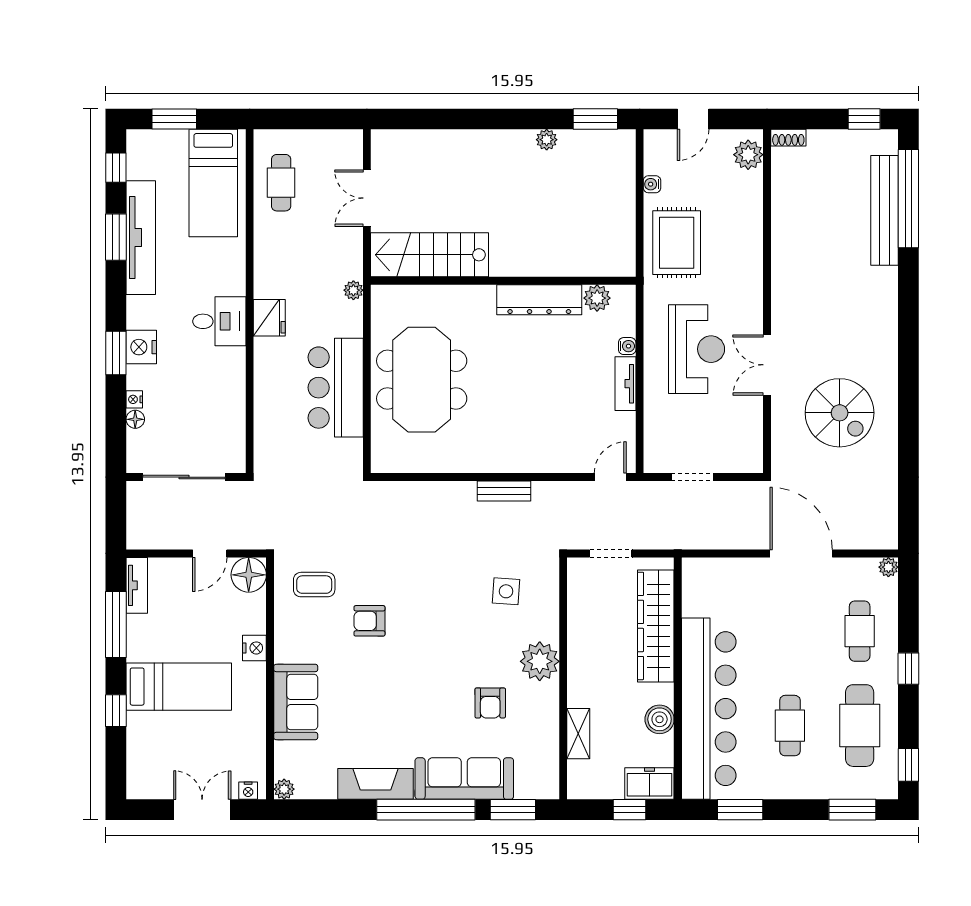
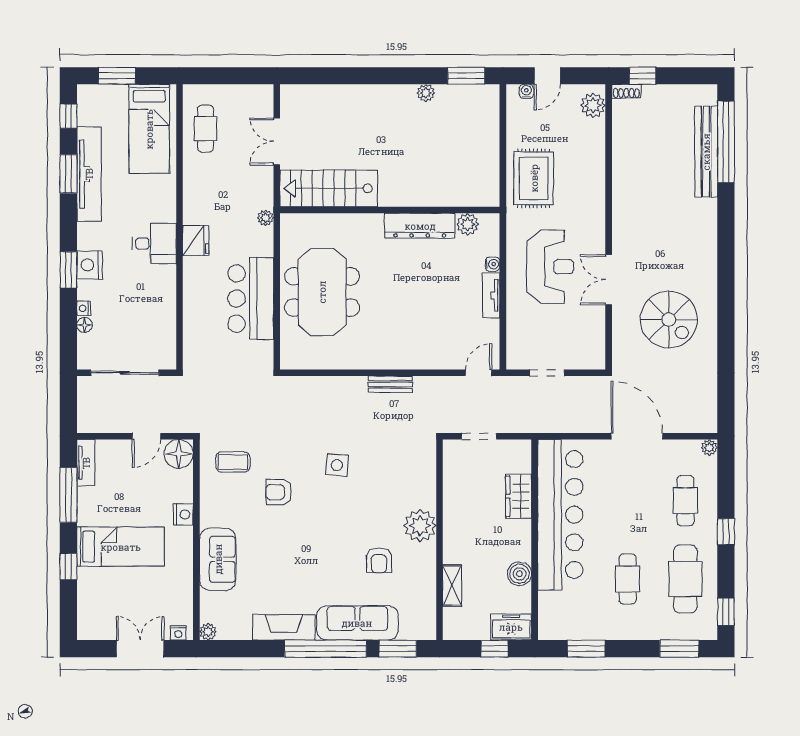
window: (864, 119) -> (643, 76), moved
water cooler: (652, 184) -> (526, 91), moved, turned 90
side table: (506, 591) -> (337, 465), moved
wardrobe: (656, 626) -> (519, 496), width x0.48, depth x0.85
bar counter: (709, 709) -> (560, 515), moved

